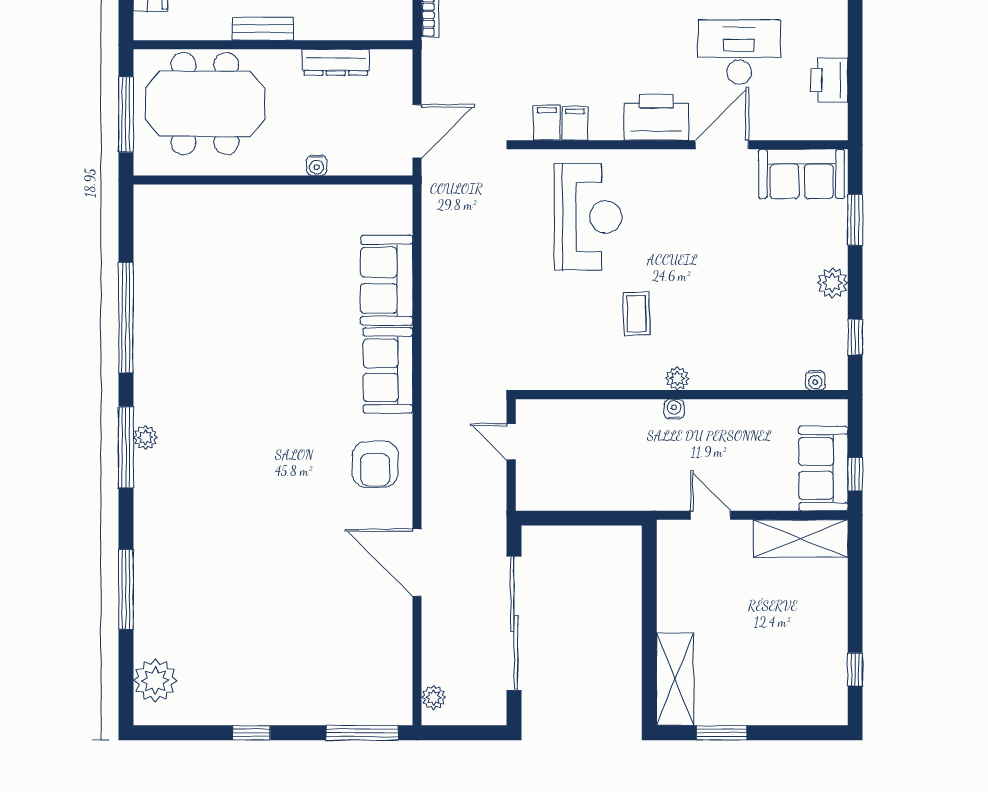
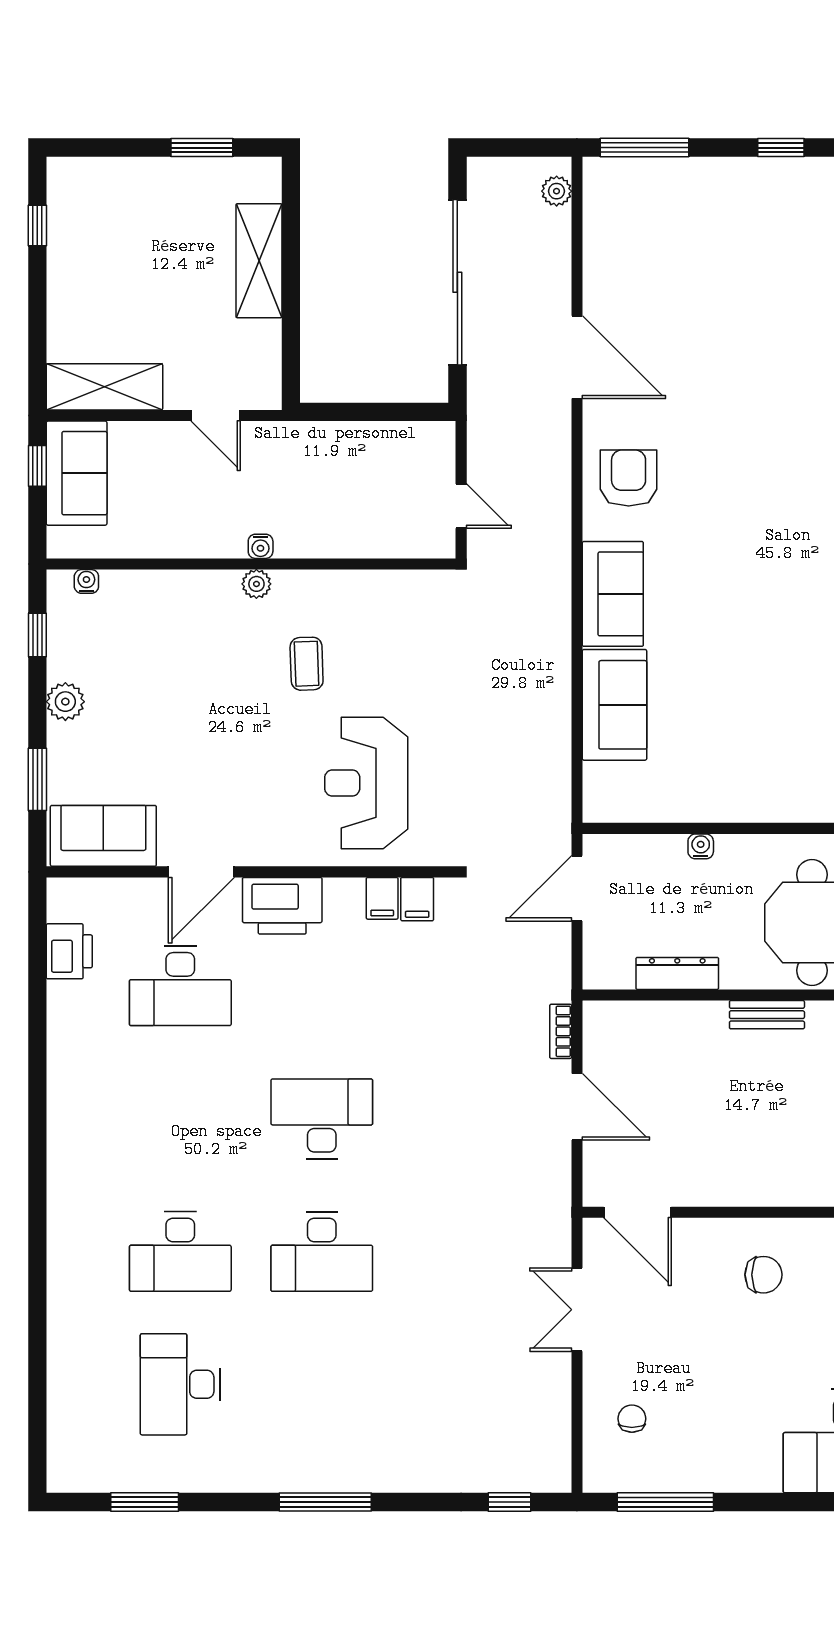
shelving: (675, 679) -> (259, 261), moved

